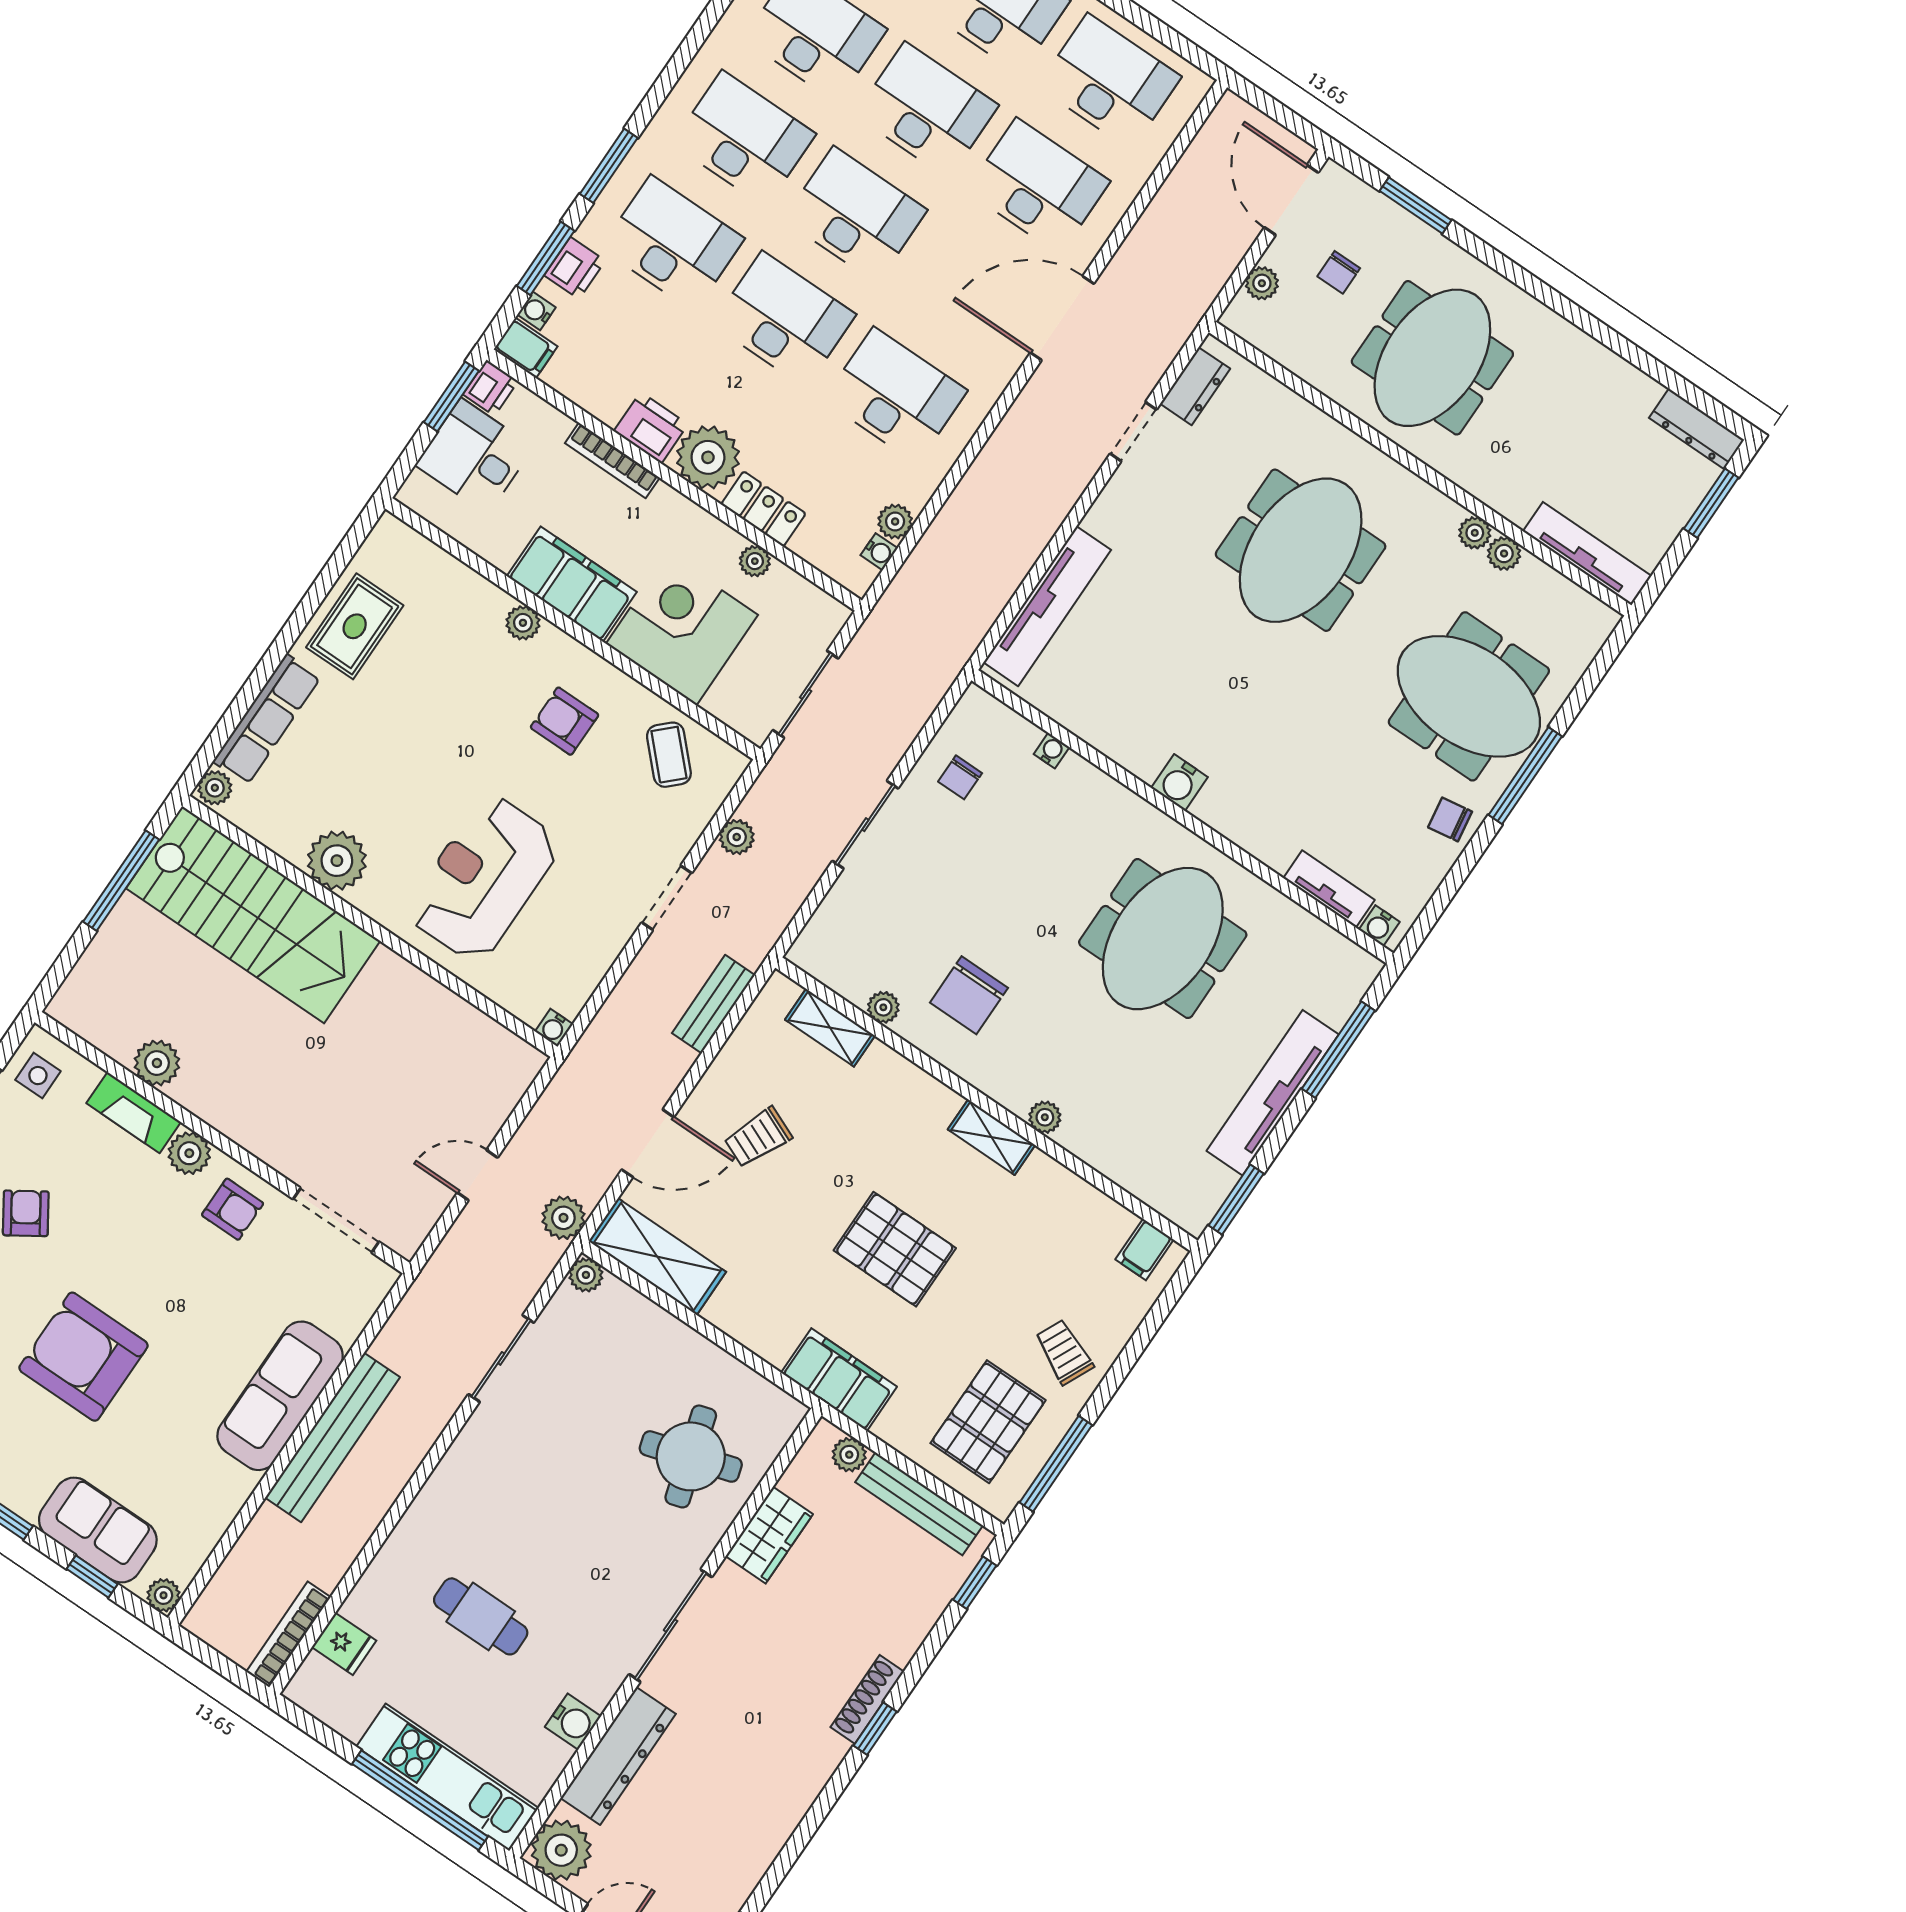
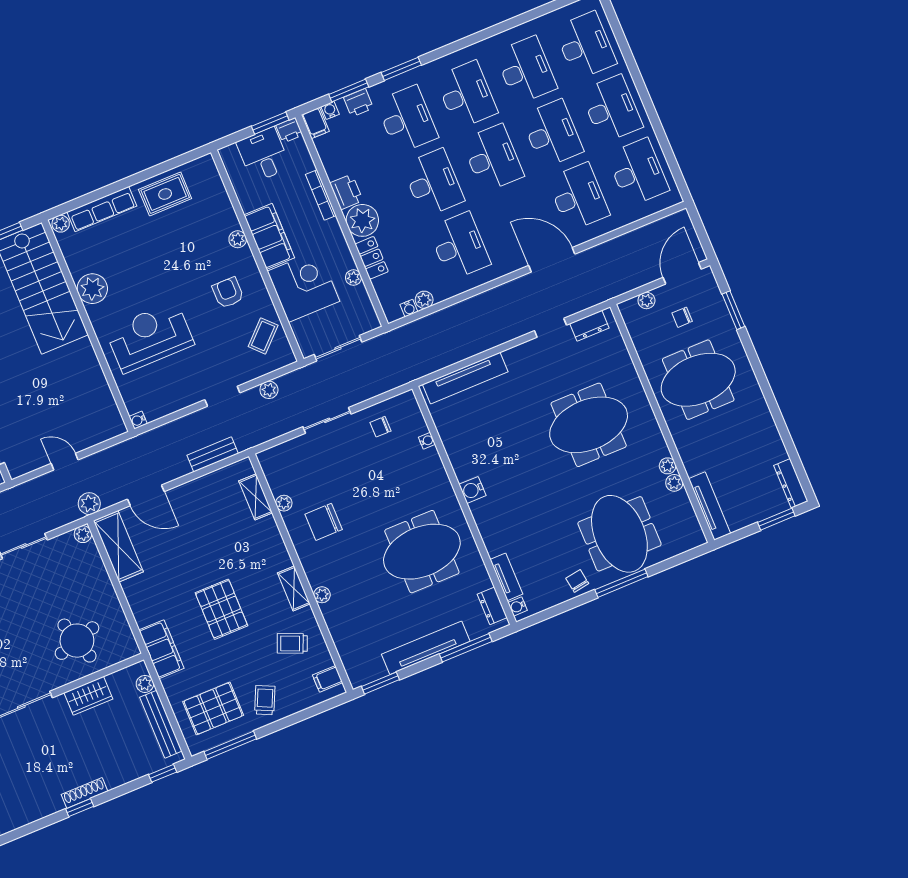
dresser: (1337, 952) -> (492, 606), added
trolley: (758, 1137) -> (292, 643), moved

